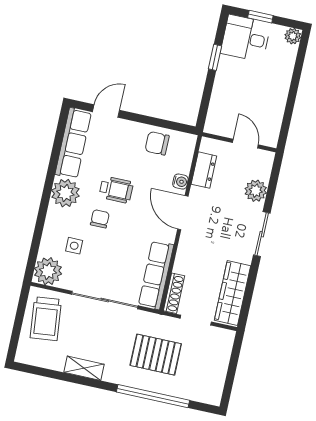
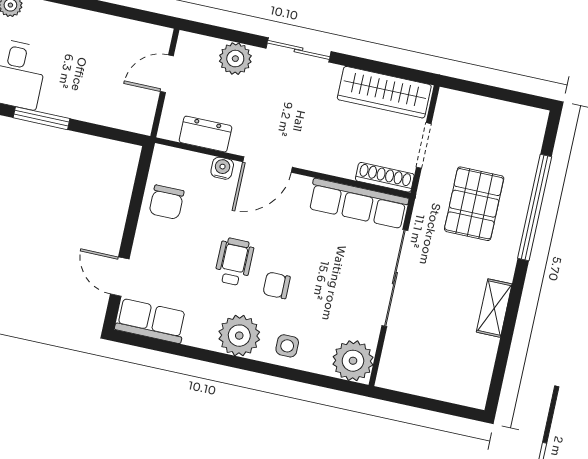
window: (215, 57) -> (41, 118), width x1.50
row of seats: (73, 143) -> (151, 321), width x0.68
side table: (74, 246) -> (287, 346), moved
trolley: (46, 319) -> (422, 364), removed

